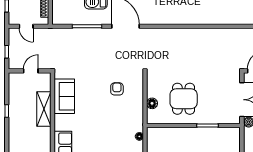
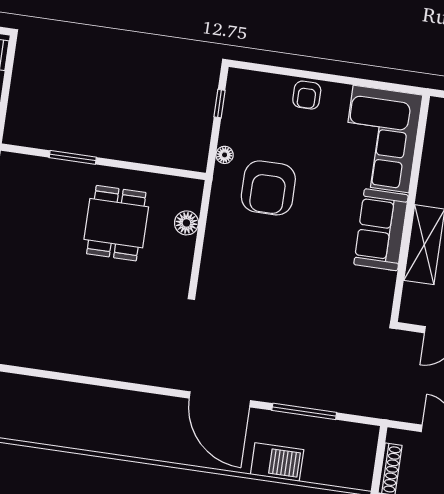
armchair: (117, 89) -> (268, 188), moved, width x1.88, depth x1.88
sofa: (64, 96) -> (381, 230), moved

